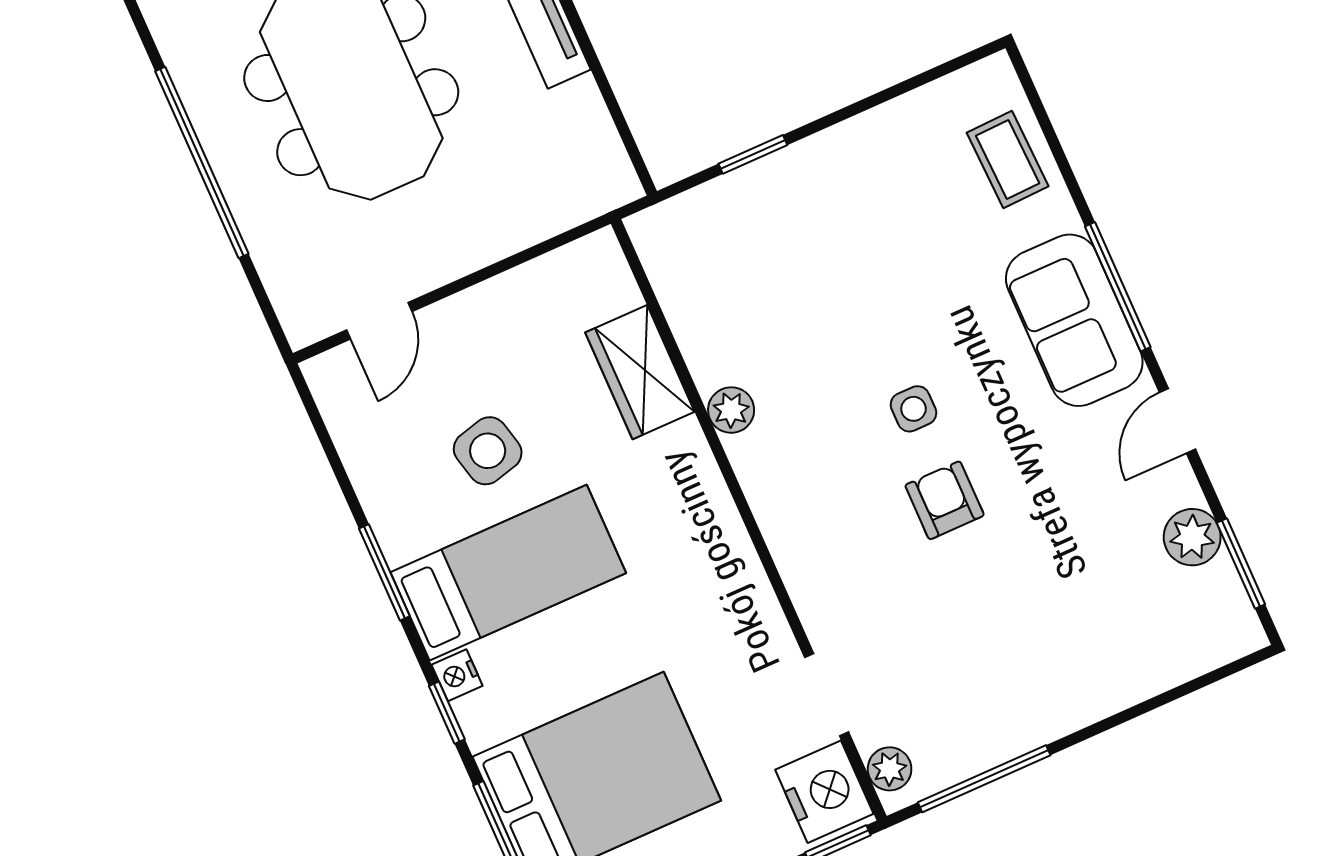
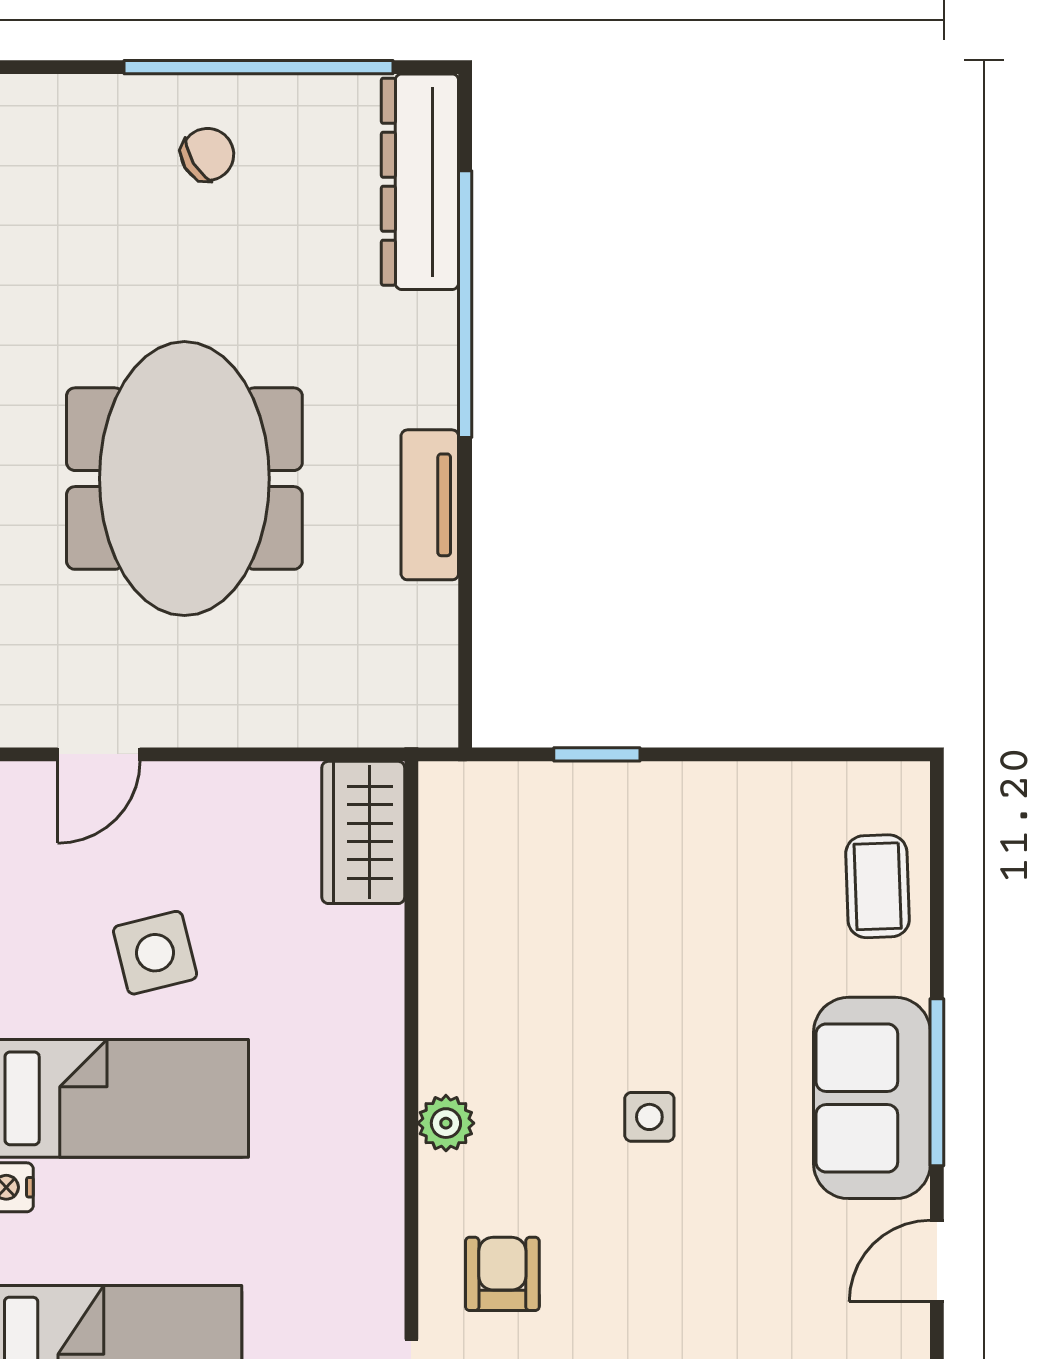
wardrobe: (640, 372) -> (363, 832), moved
plant: (731, 410) -> (446, 1123), moved
armchair: (945, 500) -> (502, 1274), moved

